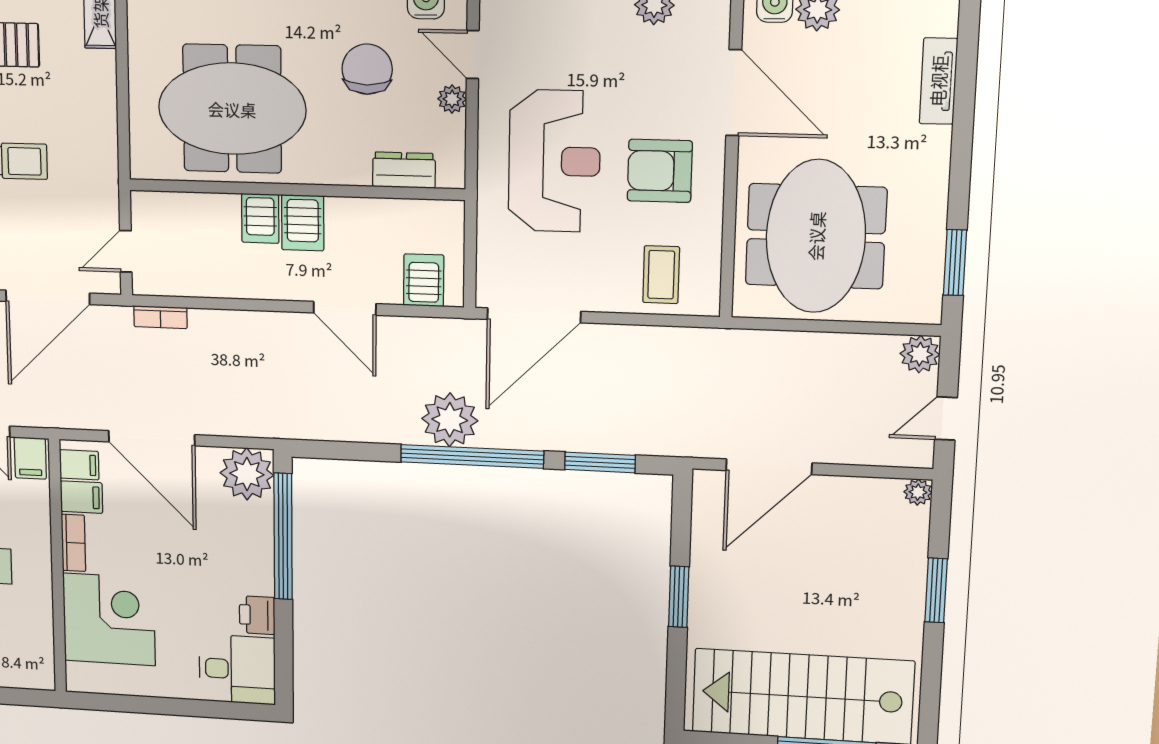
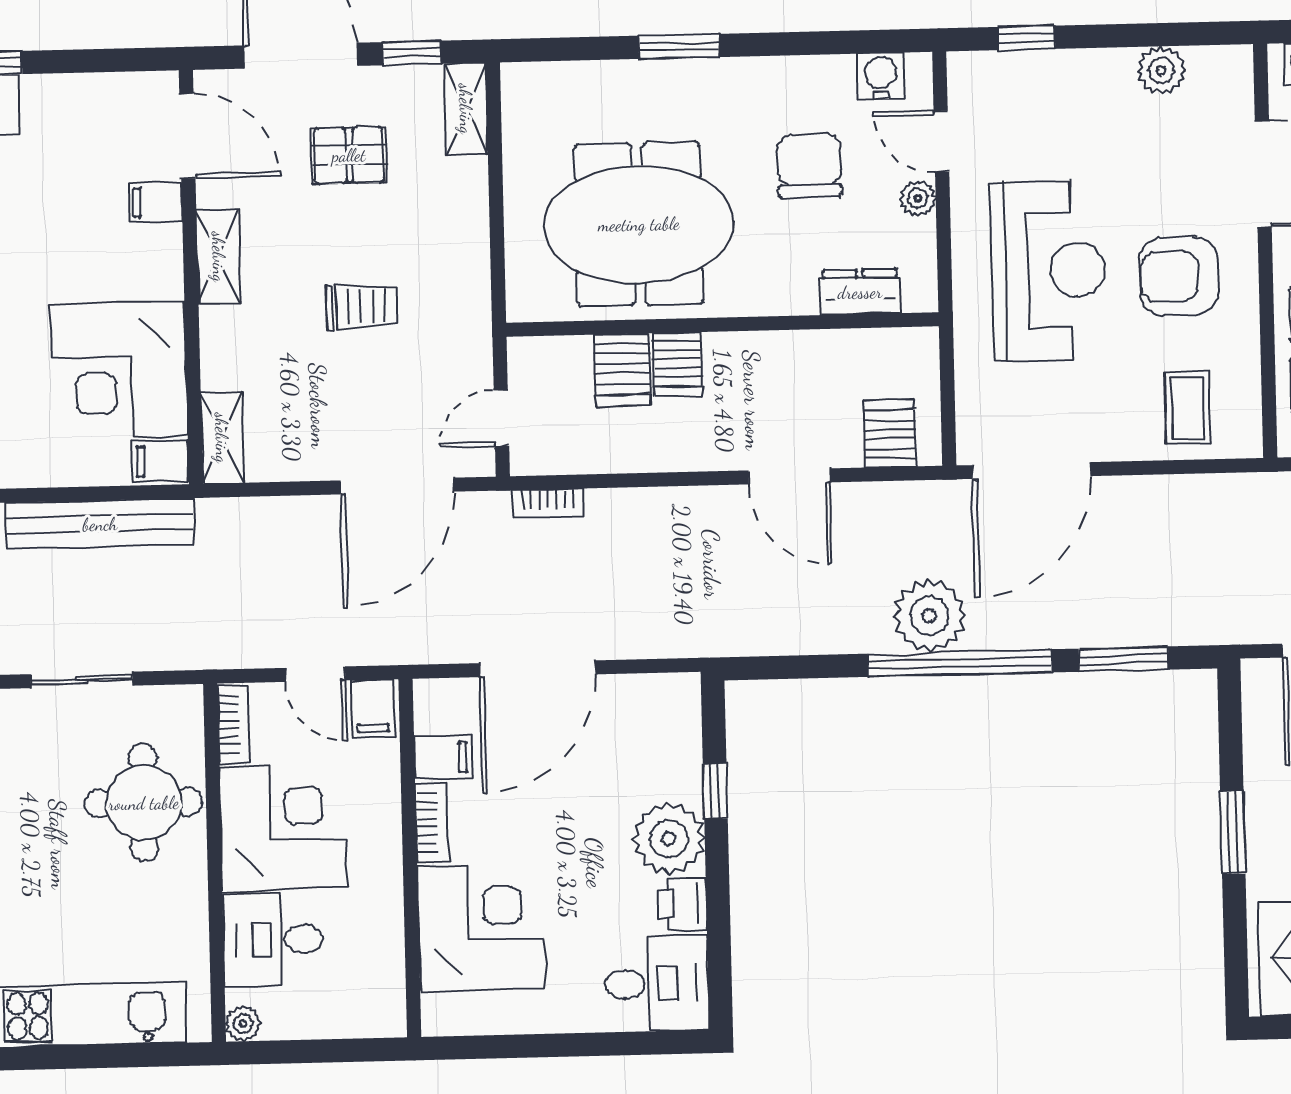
server rack: (303, 223) -> (623, 370), moved
door: (152, 438) -> (538, 669), hinge flipped
filing cabinet: (79, 465) -> (440, 713), removed
plant: (247, 474) -> (669, 839), moved
window: (283, 536) -> (715, 791), width x0.32

